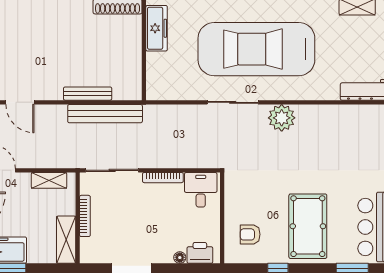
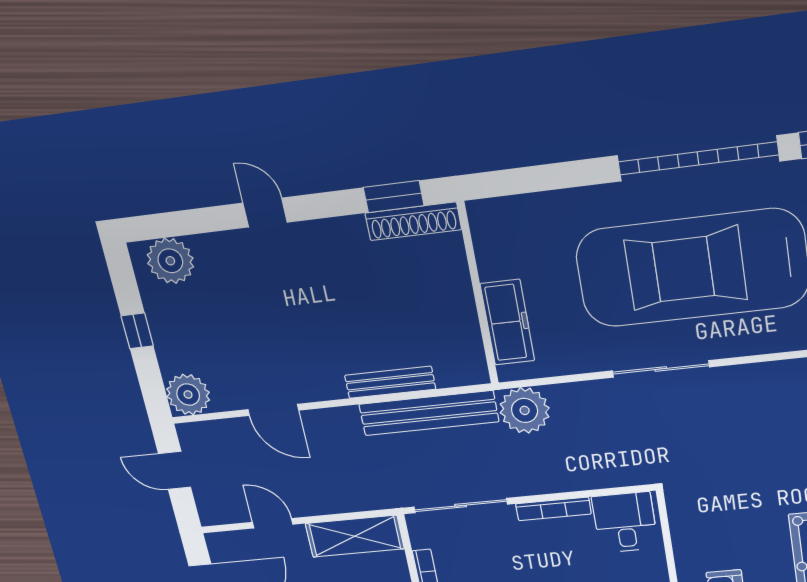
freezer: (157, 28) -> (507, 322), moved
plant: (282, 118) -> (525, 410), moved
shelving: (49, 180) -> (355, 536), width x1.50, depth x1.33

